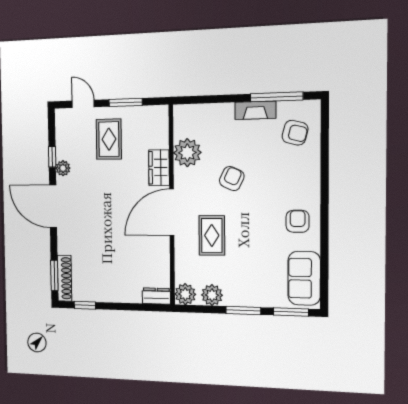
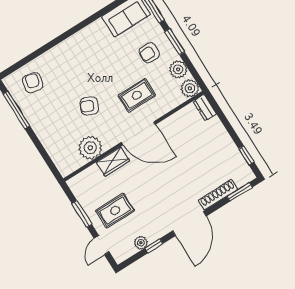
fireplace: (255, 110) -> (34, 119), removed
plant: (63, 168) -> (141, 243), moved
armchair: (298, 221) -> (149, 53), moved
shoe rack: (64, 278) -> (218, 195), moved

